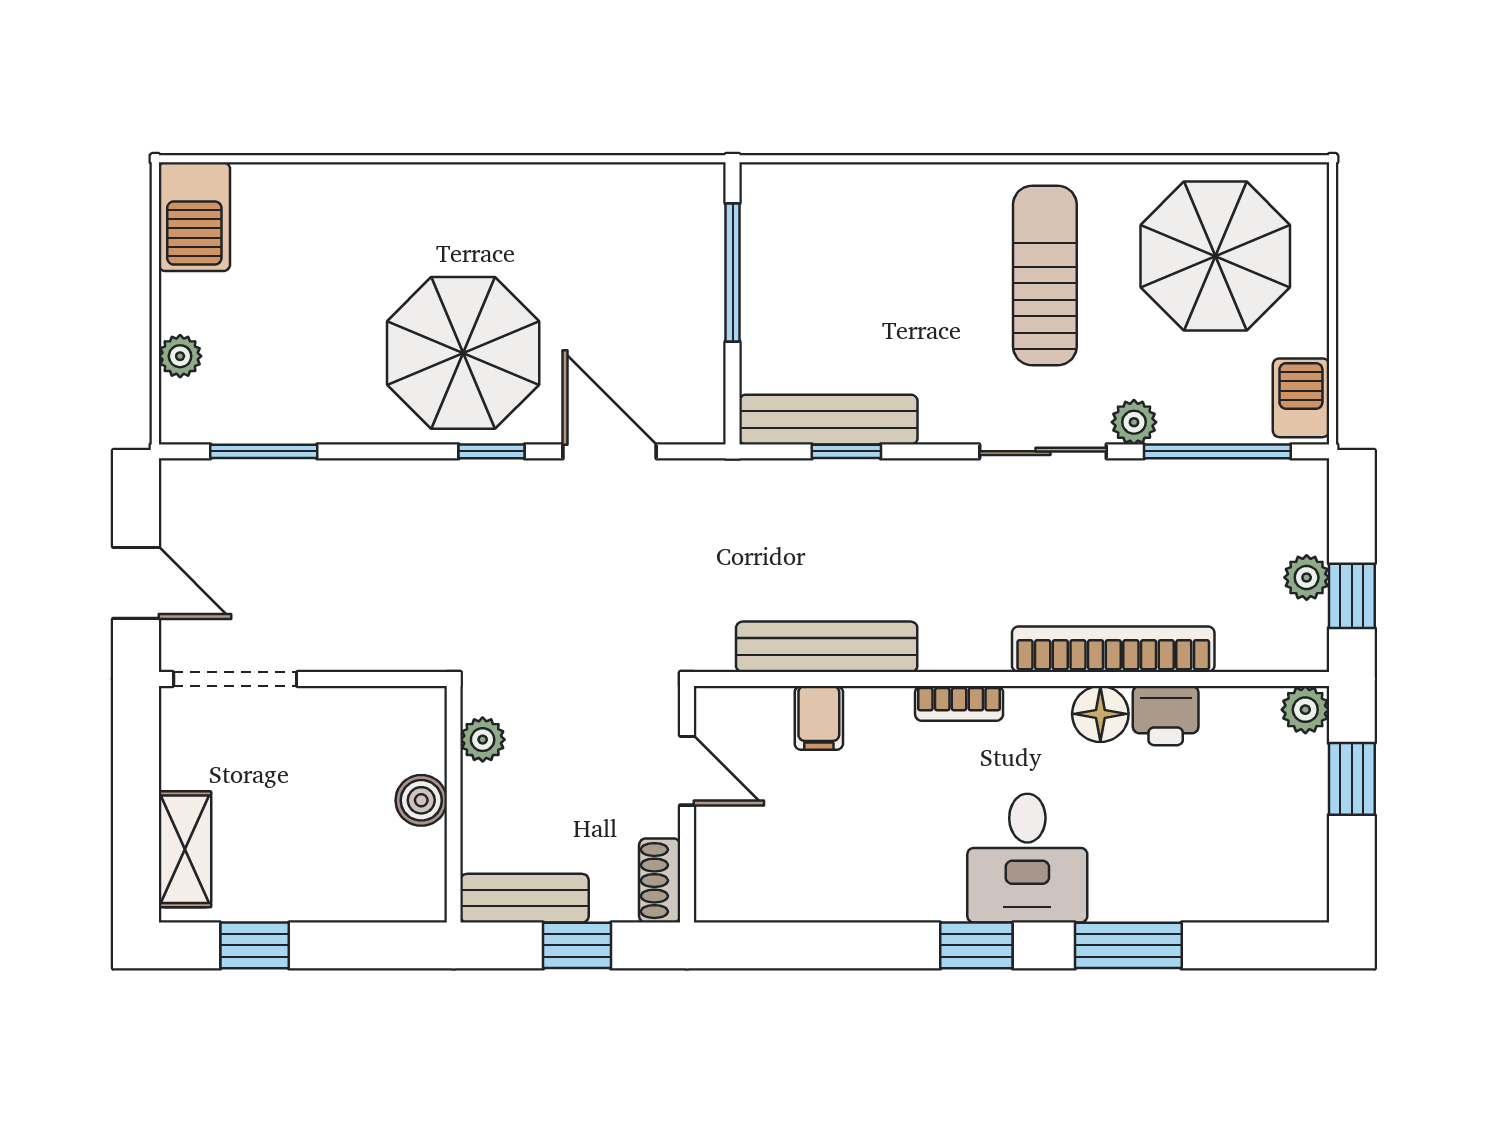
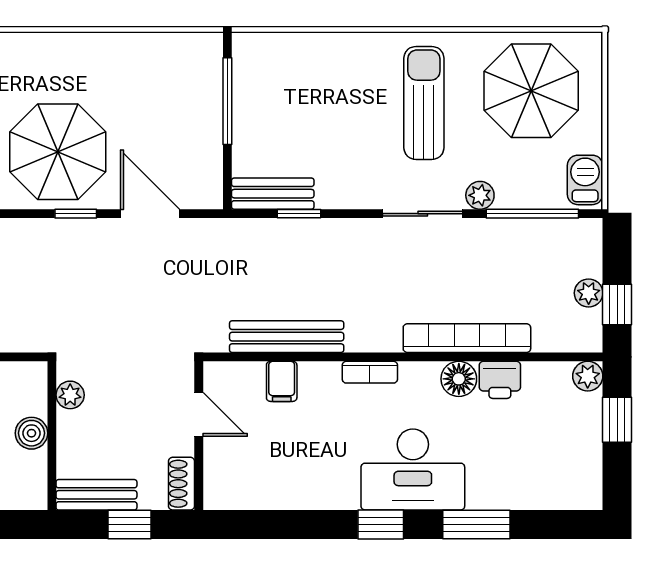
bench: (828, 420) -> (273, 194), width x0.73
desk: (1027, 858) -> (413, 470), width x1.37

